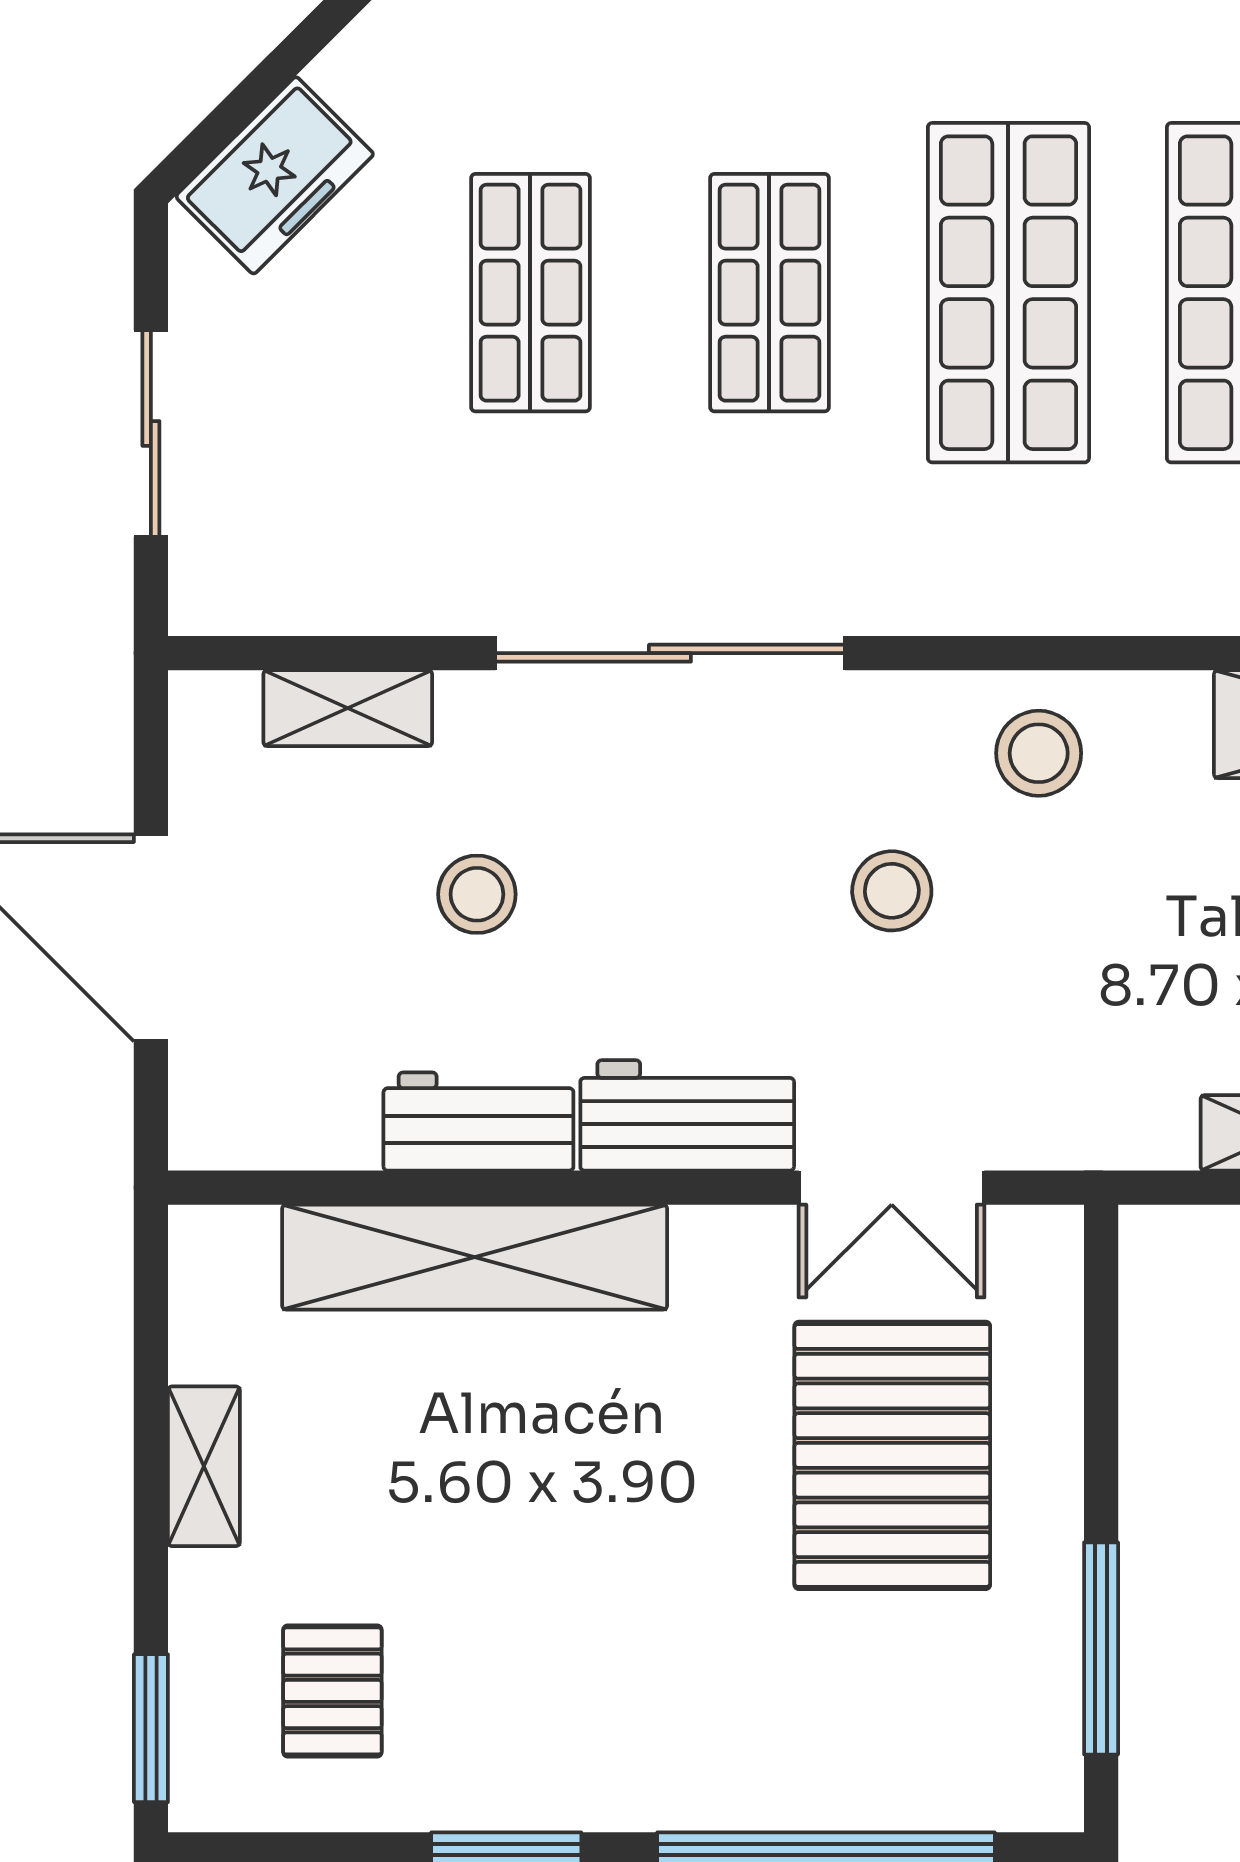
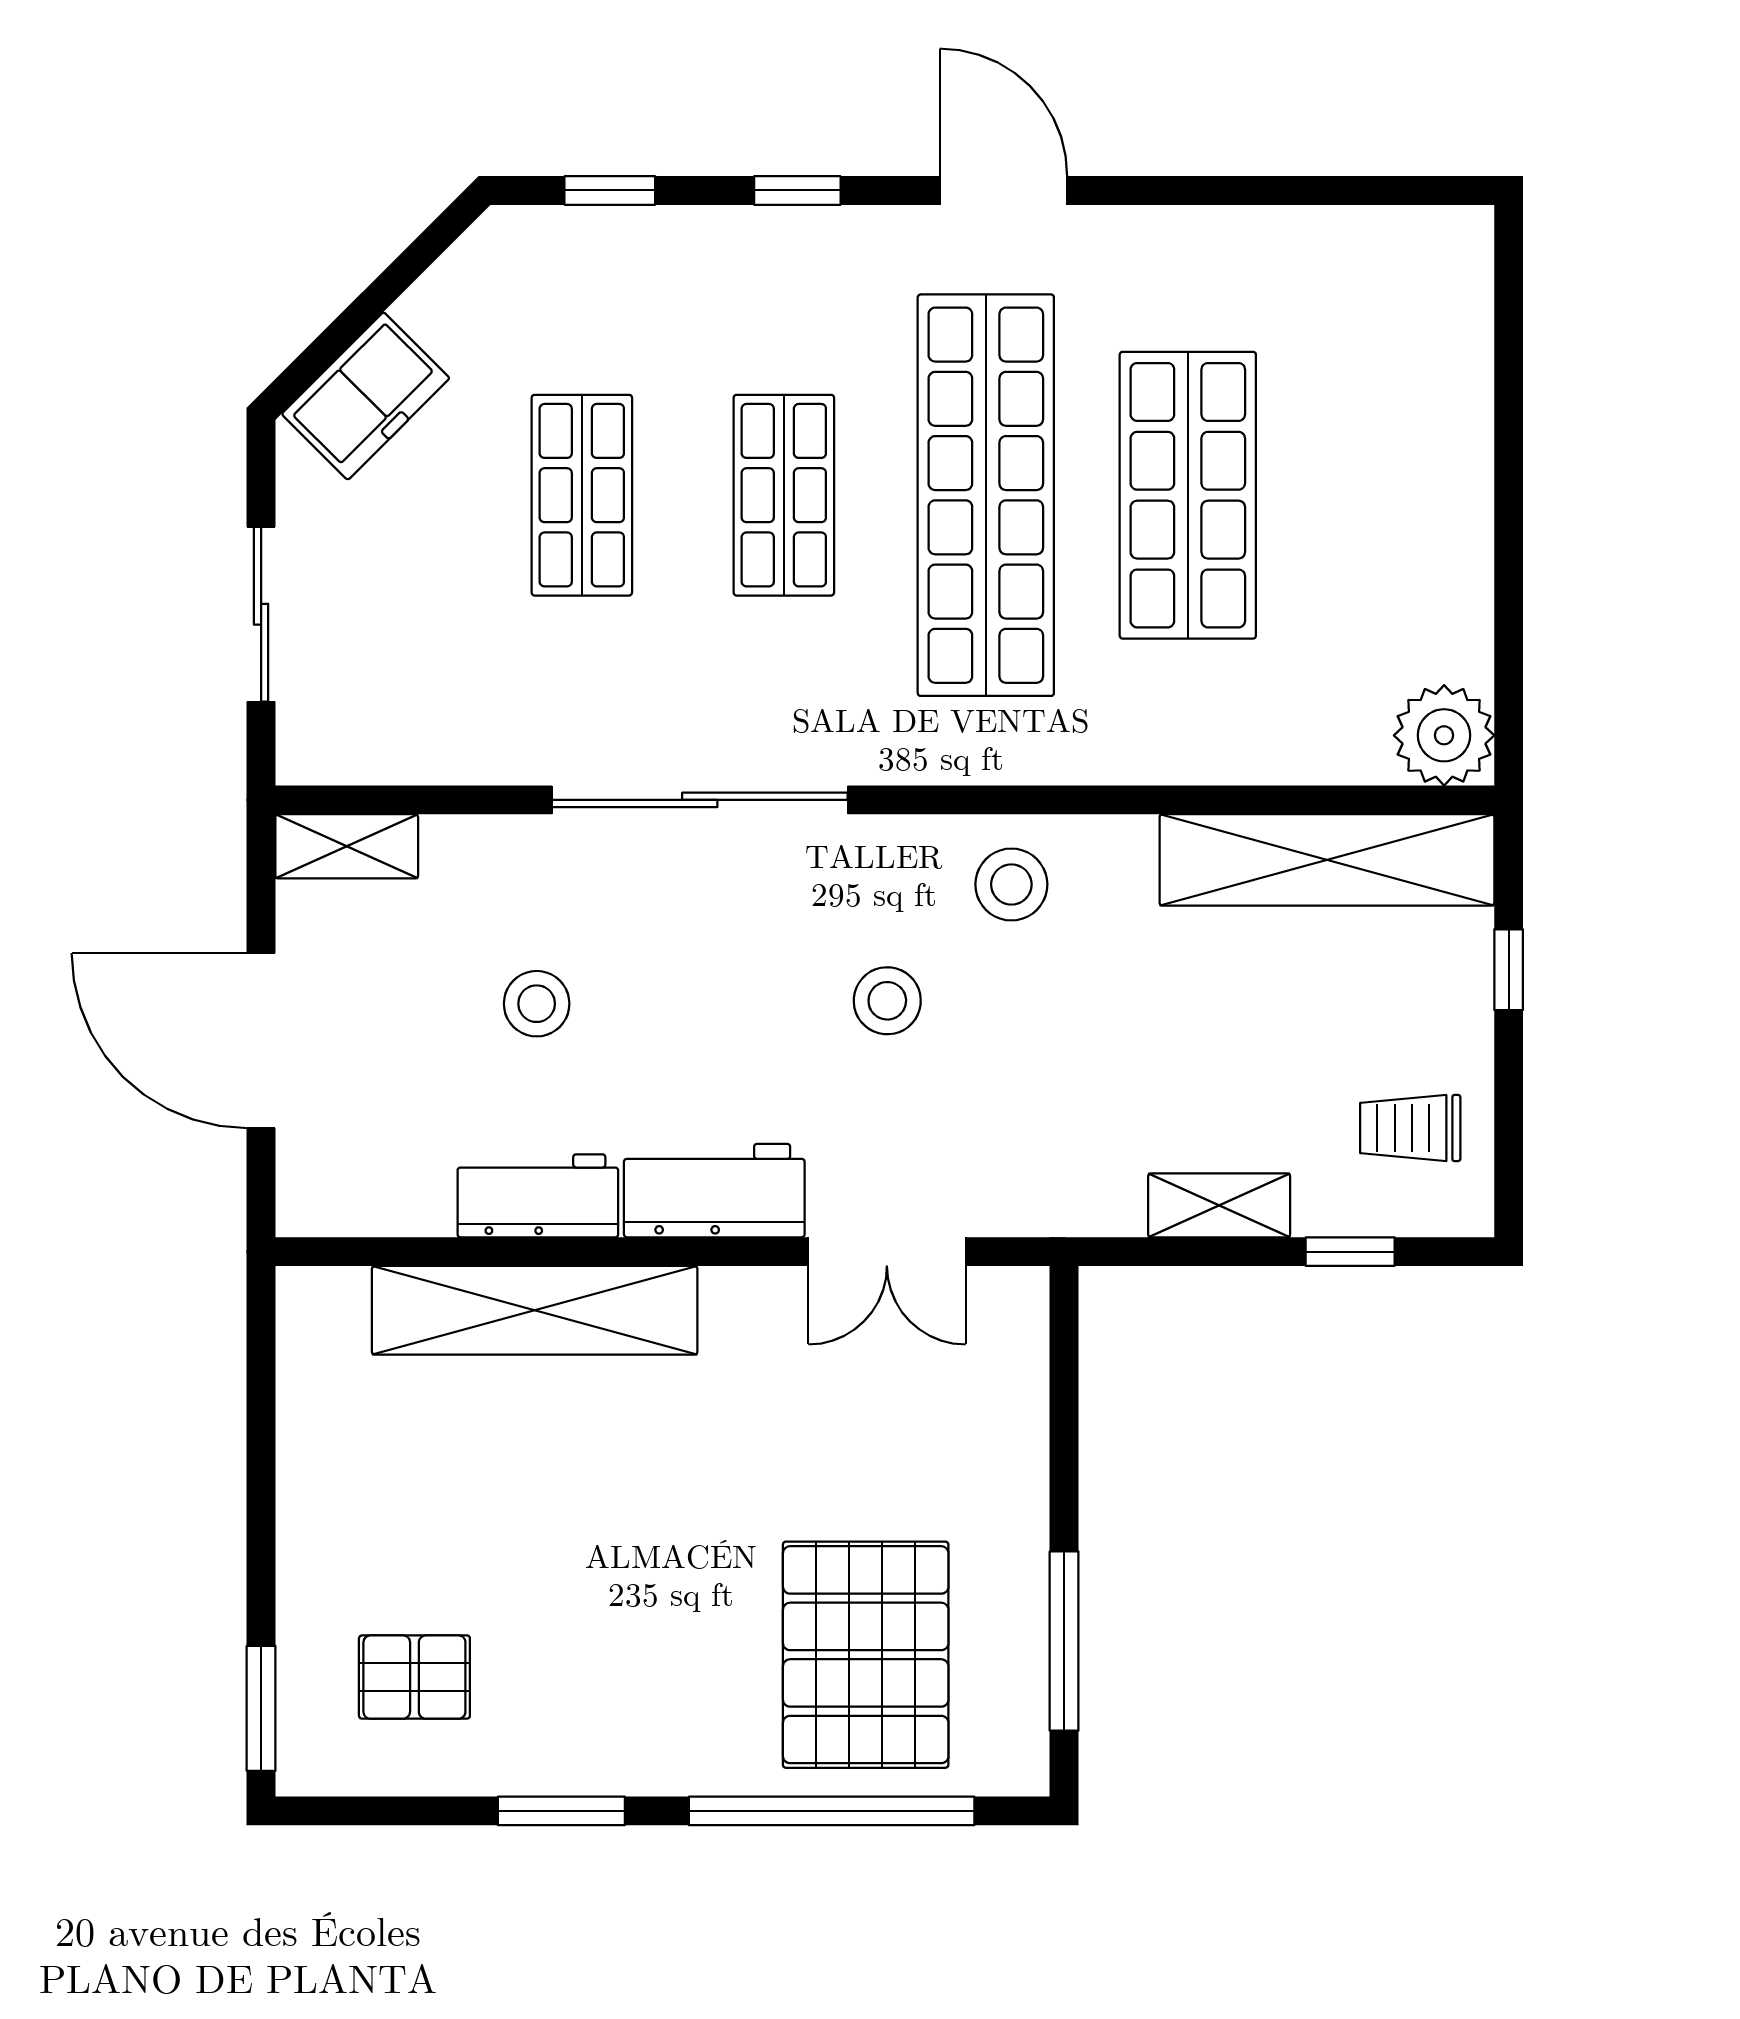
shop shelf: (1008, 293) -> (986, 495), width x1.40
shelving: (348, 708) -> (347, 846), moved
pallet: (892, 1455) -> (866, 1655), moved
shelving: (204, 1466) -> (306, 1487), removed
pallet: (332, 1691) -> (414, 1677), turned 90

